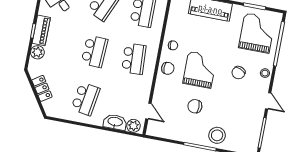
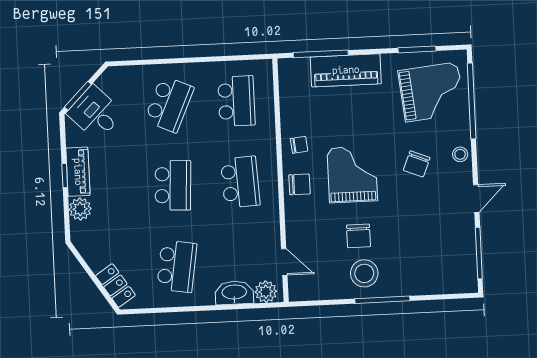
grand piano: (257, 33) -> (432, 92), turned 84
locker: (42, 88) -> (115, 285), moved
door: (268, 101) -> (476, 199), hinge flipped
chair: (195, 106) -> (358, 236), turned -90
stool: (217, 135) -> (364, 273), moved

